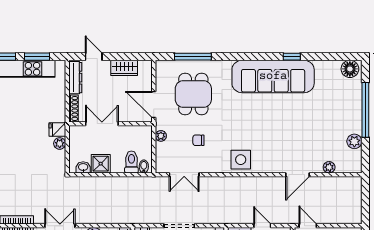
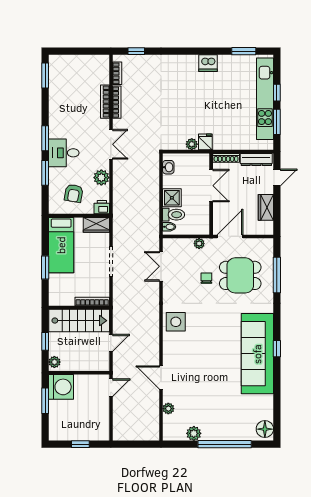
window: (292, 57) -> (277, 349), moved
chair: (198, 140) -> (206, 278), moved
shower: (101, 164) -> (172, 198), moved

